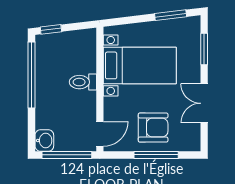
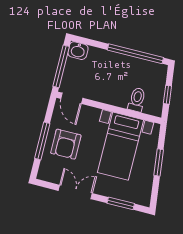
window: (171, 15) -> (159, 163), moved
window: (51, 29) -> (167, 95), moved
toilet: (83, 82) -> (137, 100), moved

